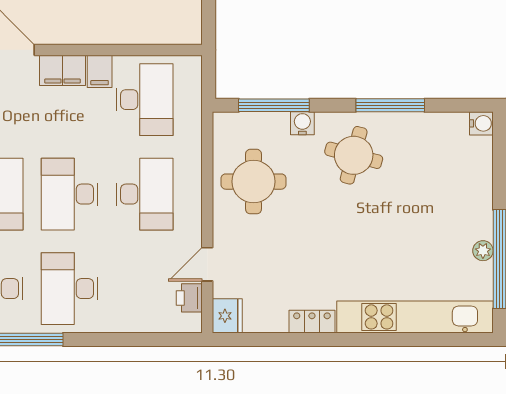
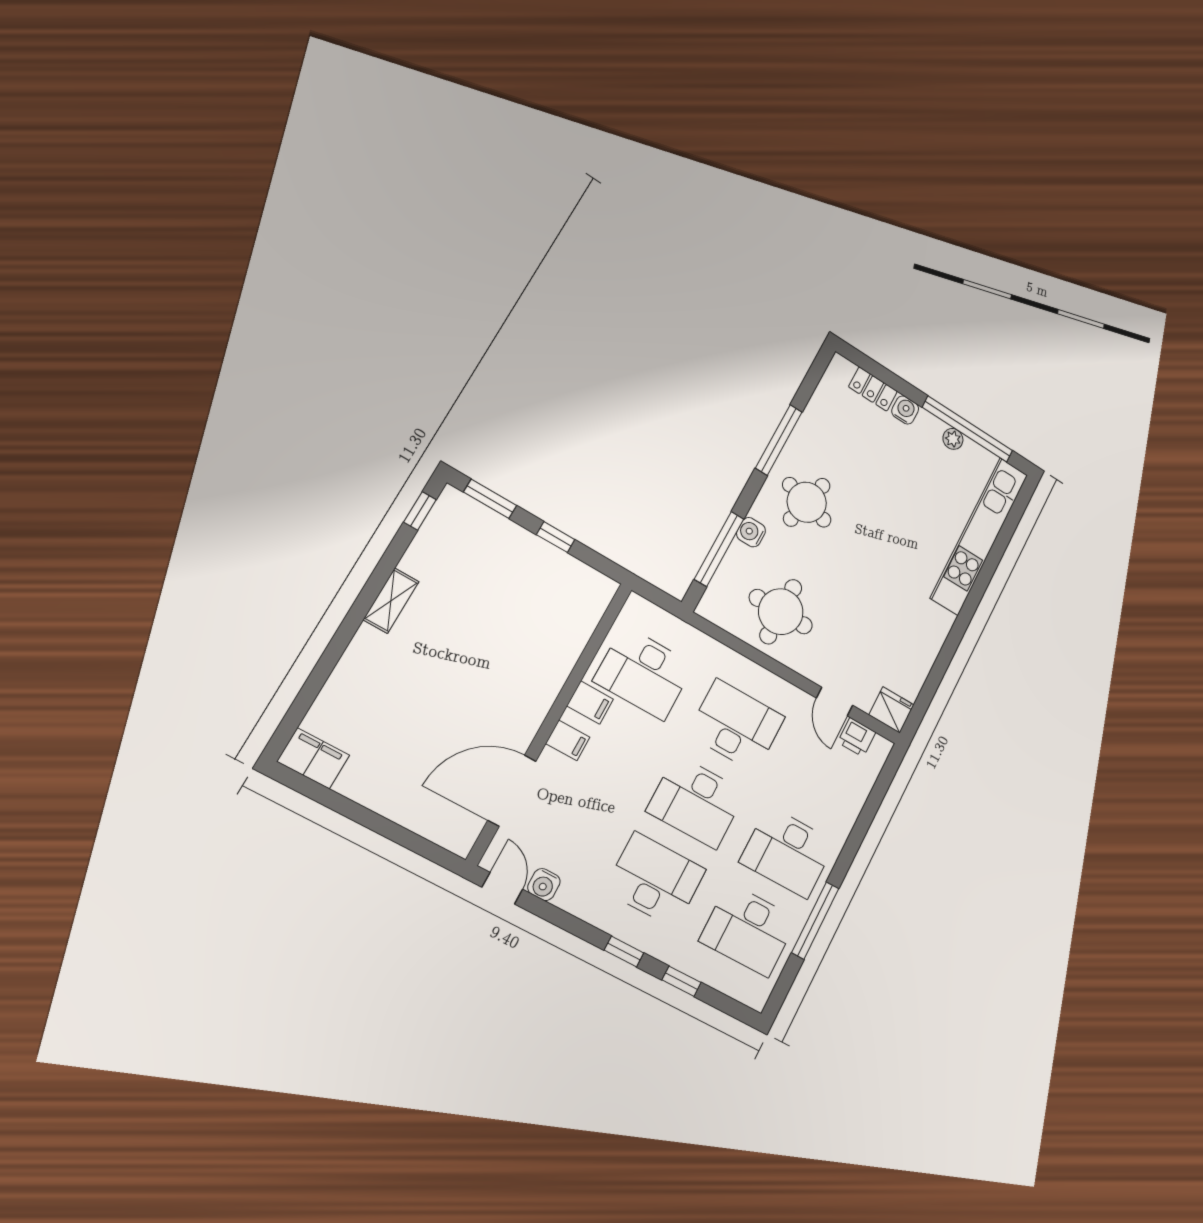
filing cabinet: (62, 70) -> (568, 740), width x0.50
desk: (145, 100) -> (644, 673), turned 180
water cooler: (481, 123) -> (905, 410), moved
locker: (312, 322) -> (873, 389), moved, turned -90

